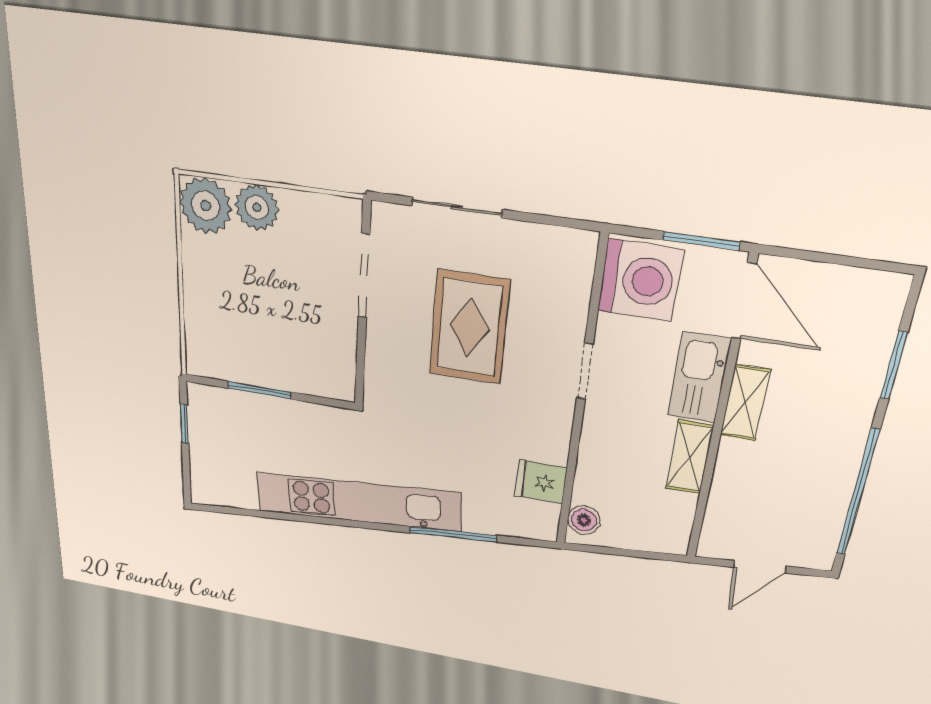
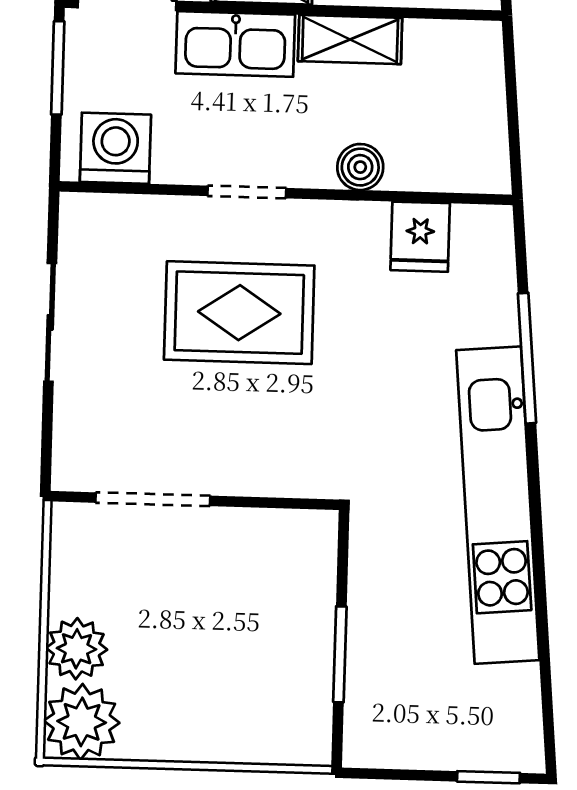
sliding door: (457, 207) -> (50, 322), moved
washing machine: (640, 280) -> (115, 148), width x0.73, depth x0.73
rug: (469, 327) -> (239, 313), moved
window: (184, 424) -> (488, 777), moved
boiler: (584, 520) -> (360, 167), moved

